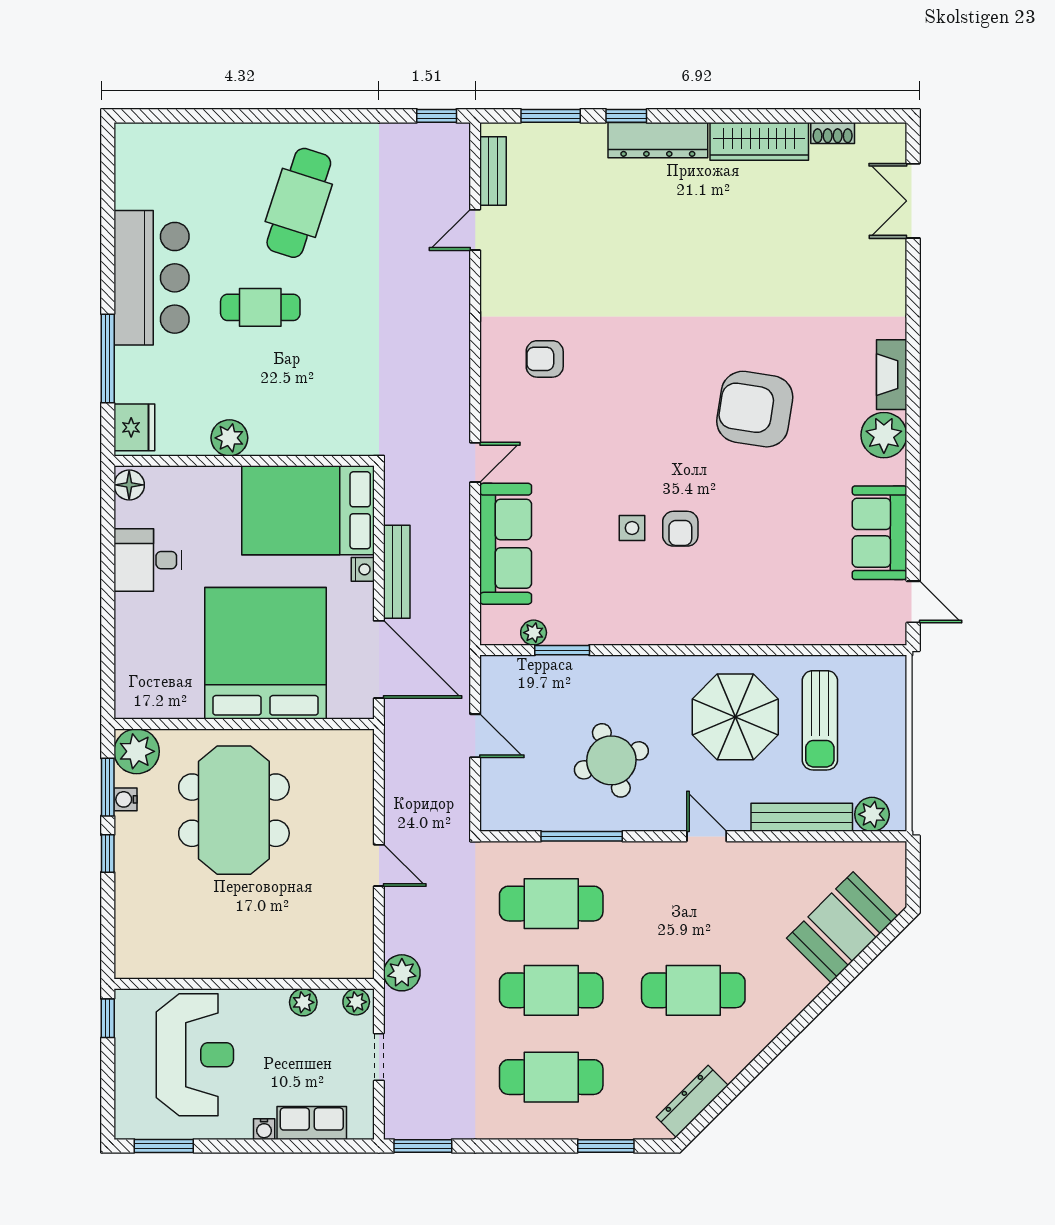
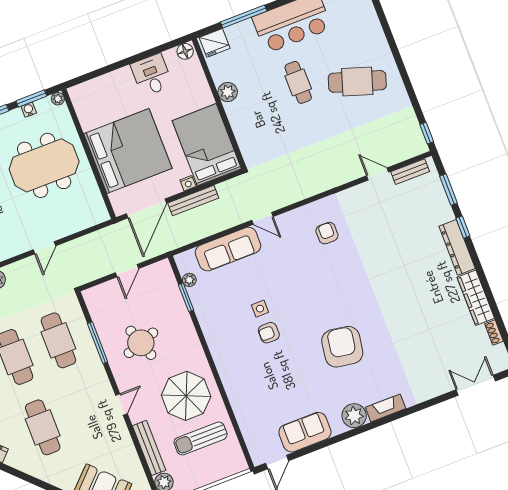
plant: (137, 751) -> (58, 99), width x0.53, depth x0.53

